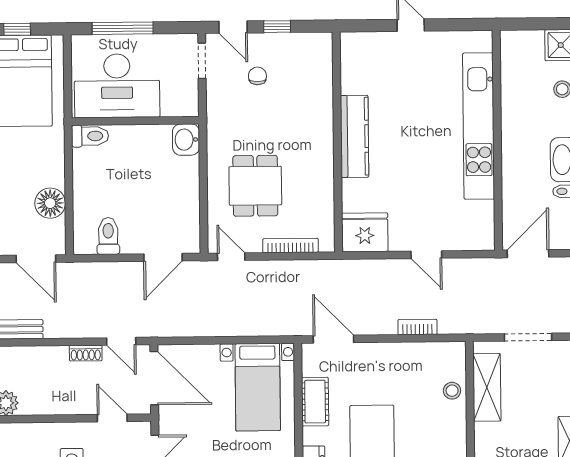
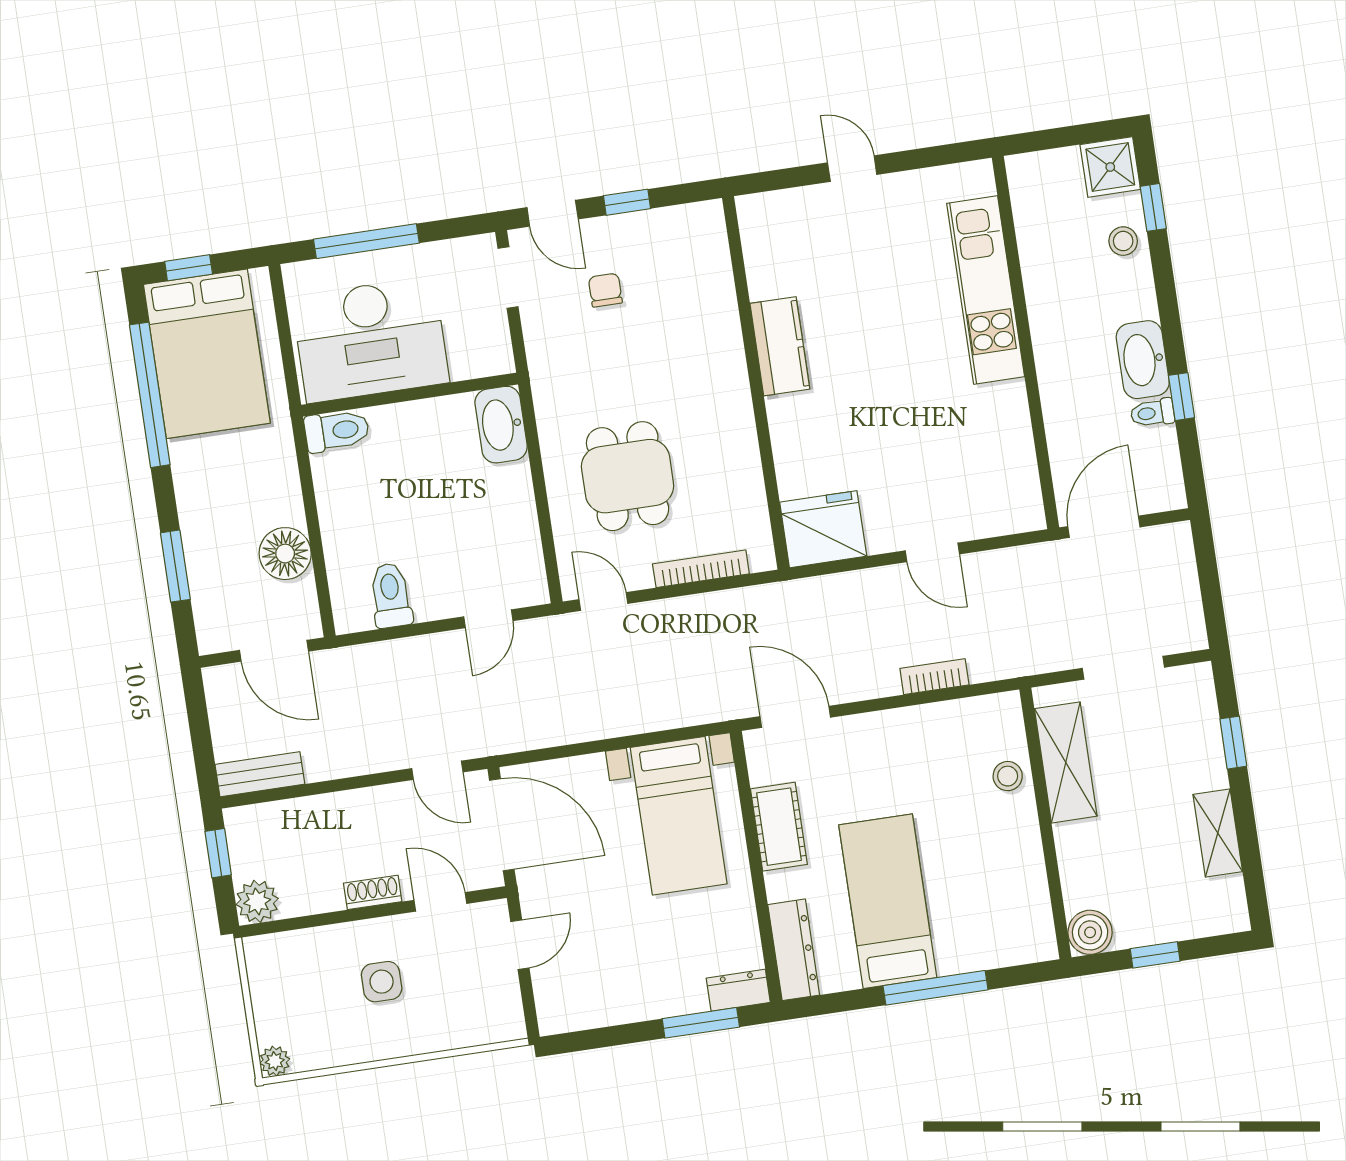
kitchen unit: (479, 126) -> (986, 290), width x0.73
kitchen counter: (354, 136) -> (780, 346), width x0.67
washbasin: (186, 140) -> (501, 425), width x1.38
door: (163, 257) -> (488, 619), width x0.73
shoe rack: (86, 353) -> (373, 892), moved, turned 180

